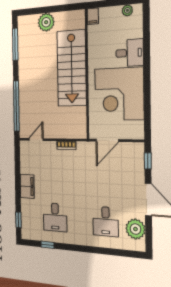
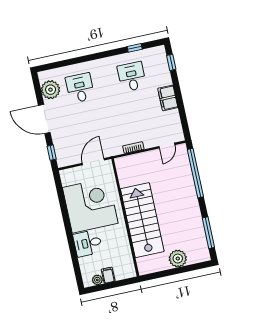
filing cabinet: (93, 16) -> (108, 275), moved

